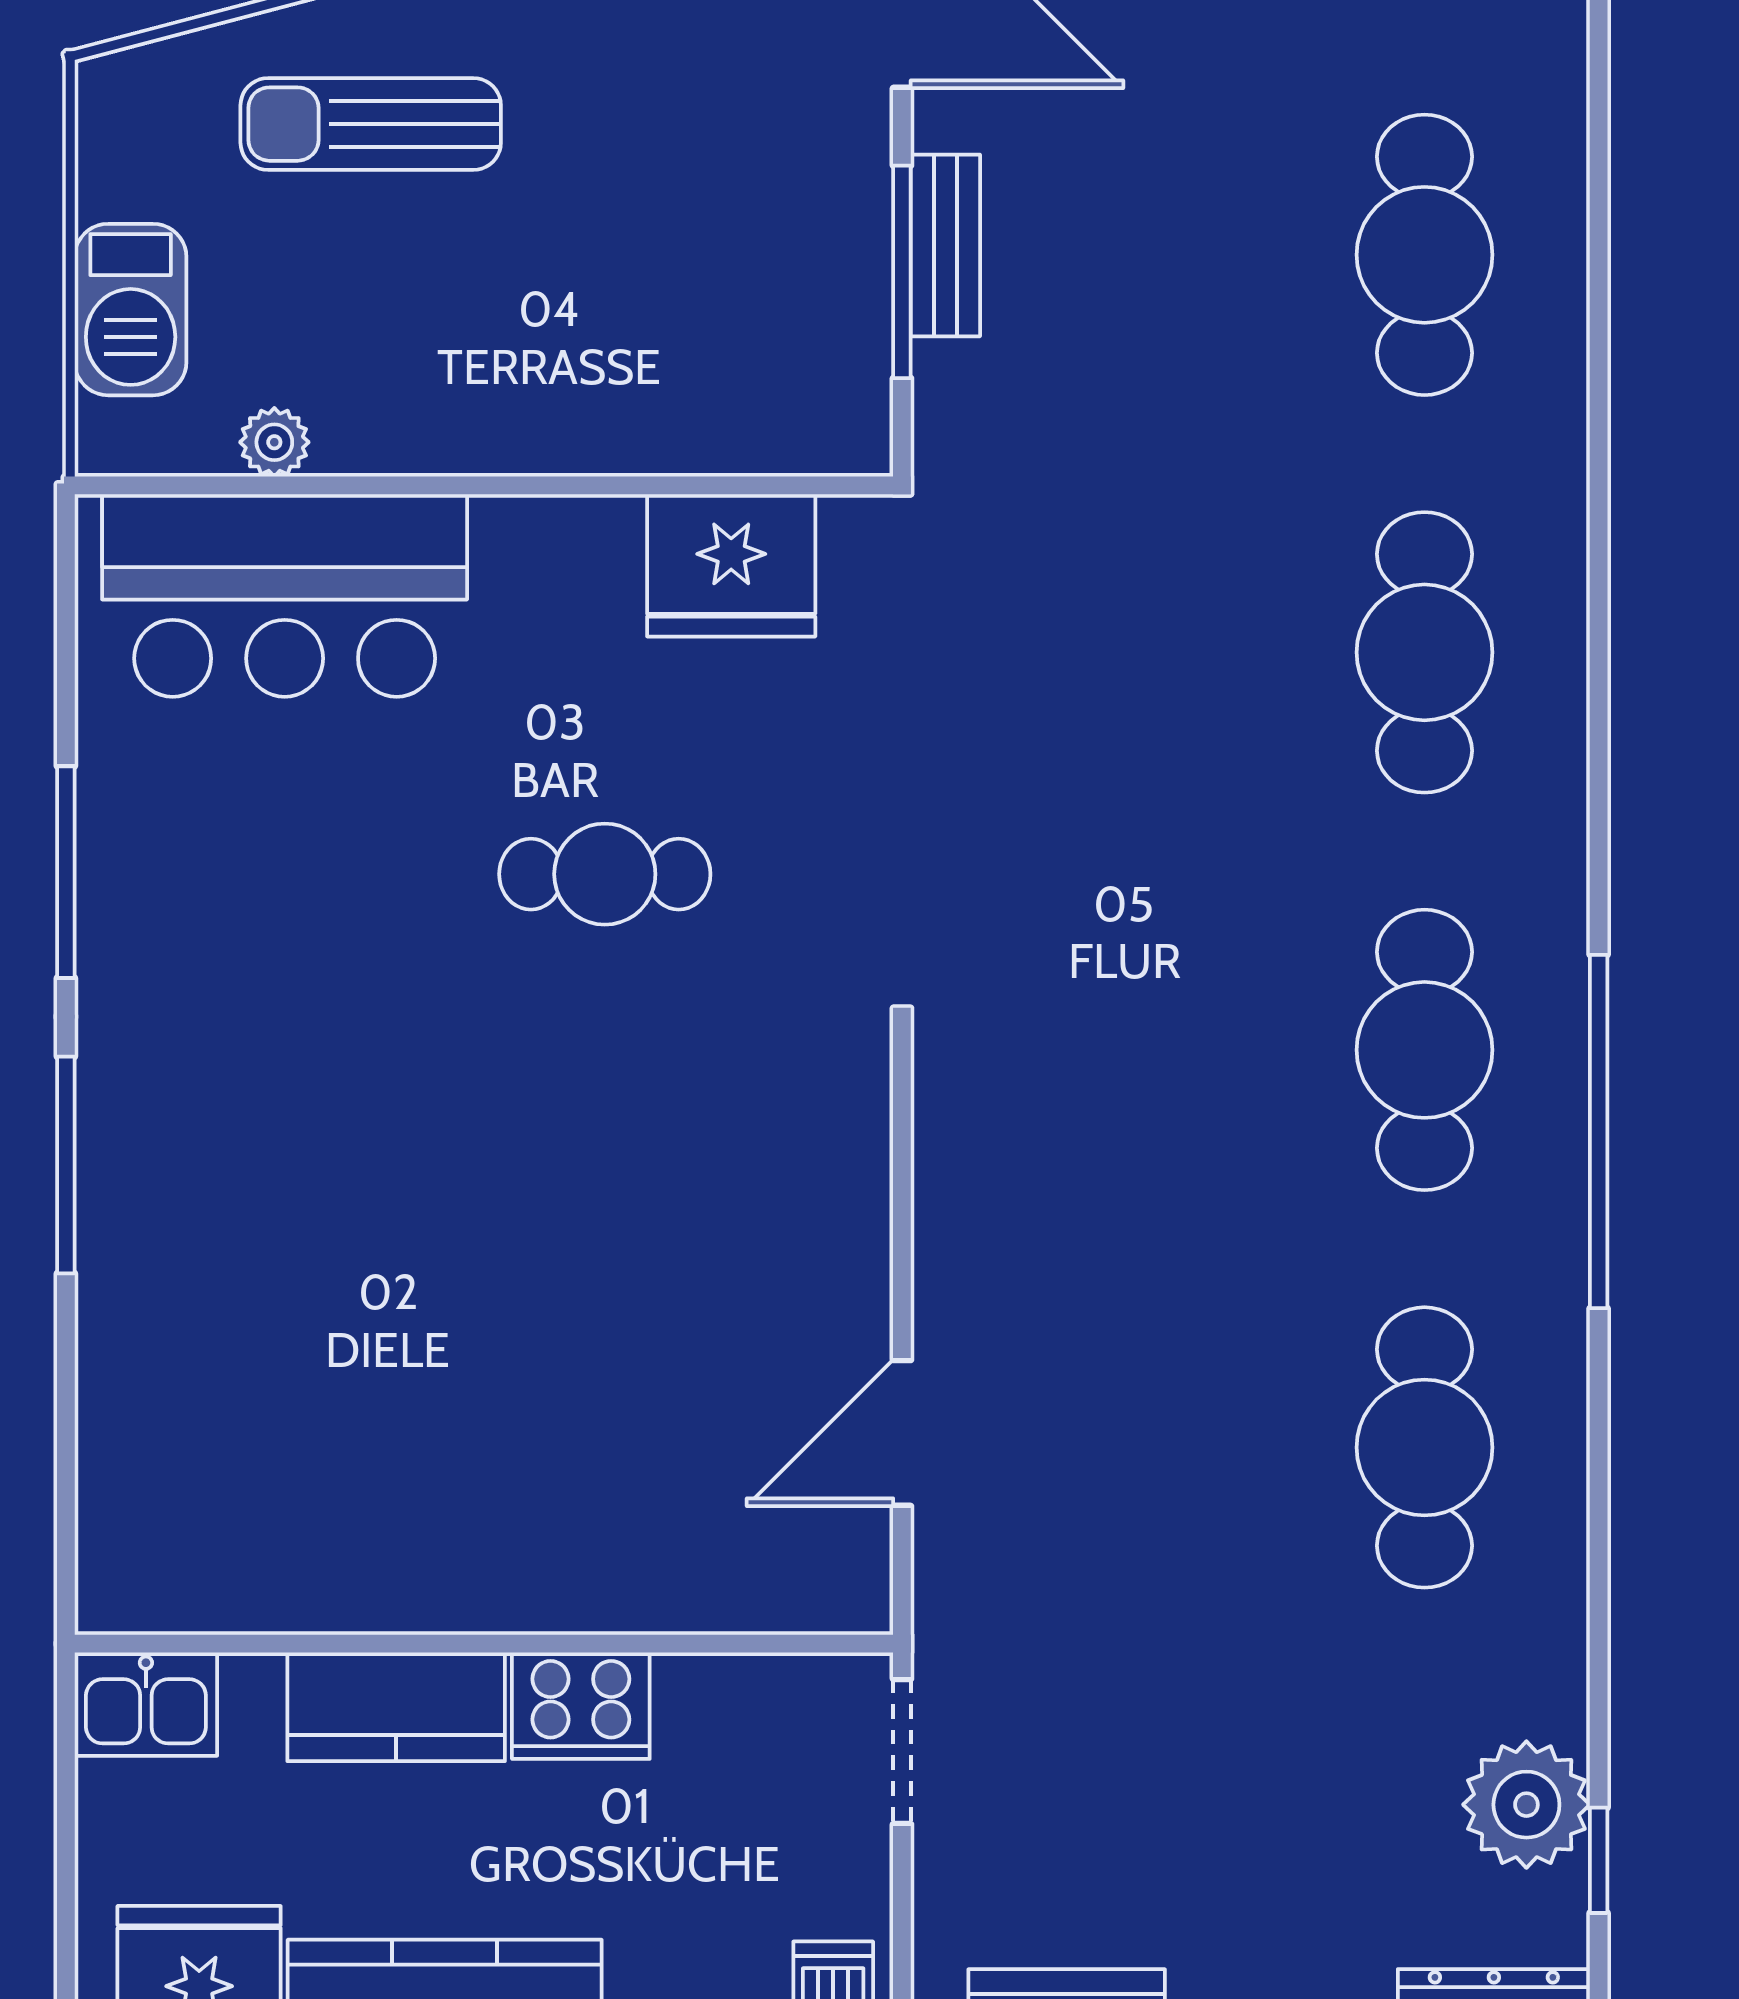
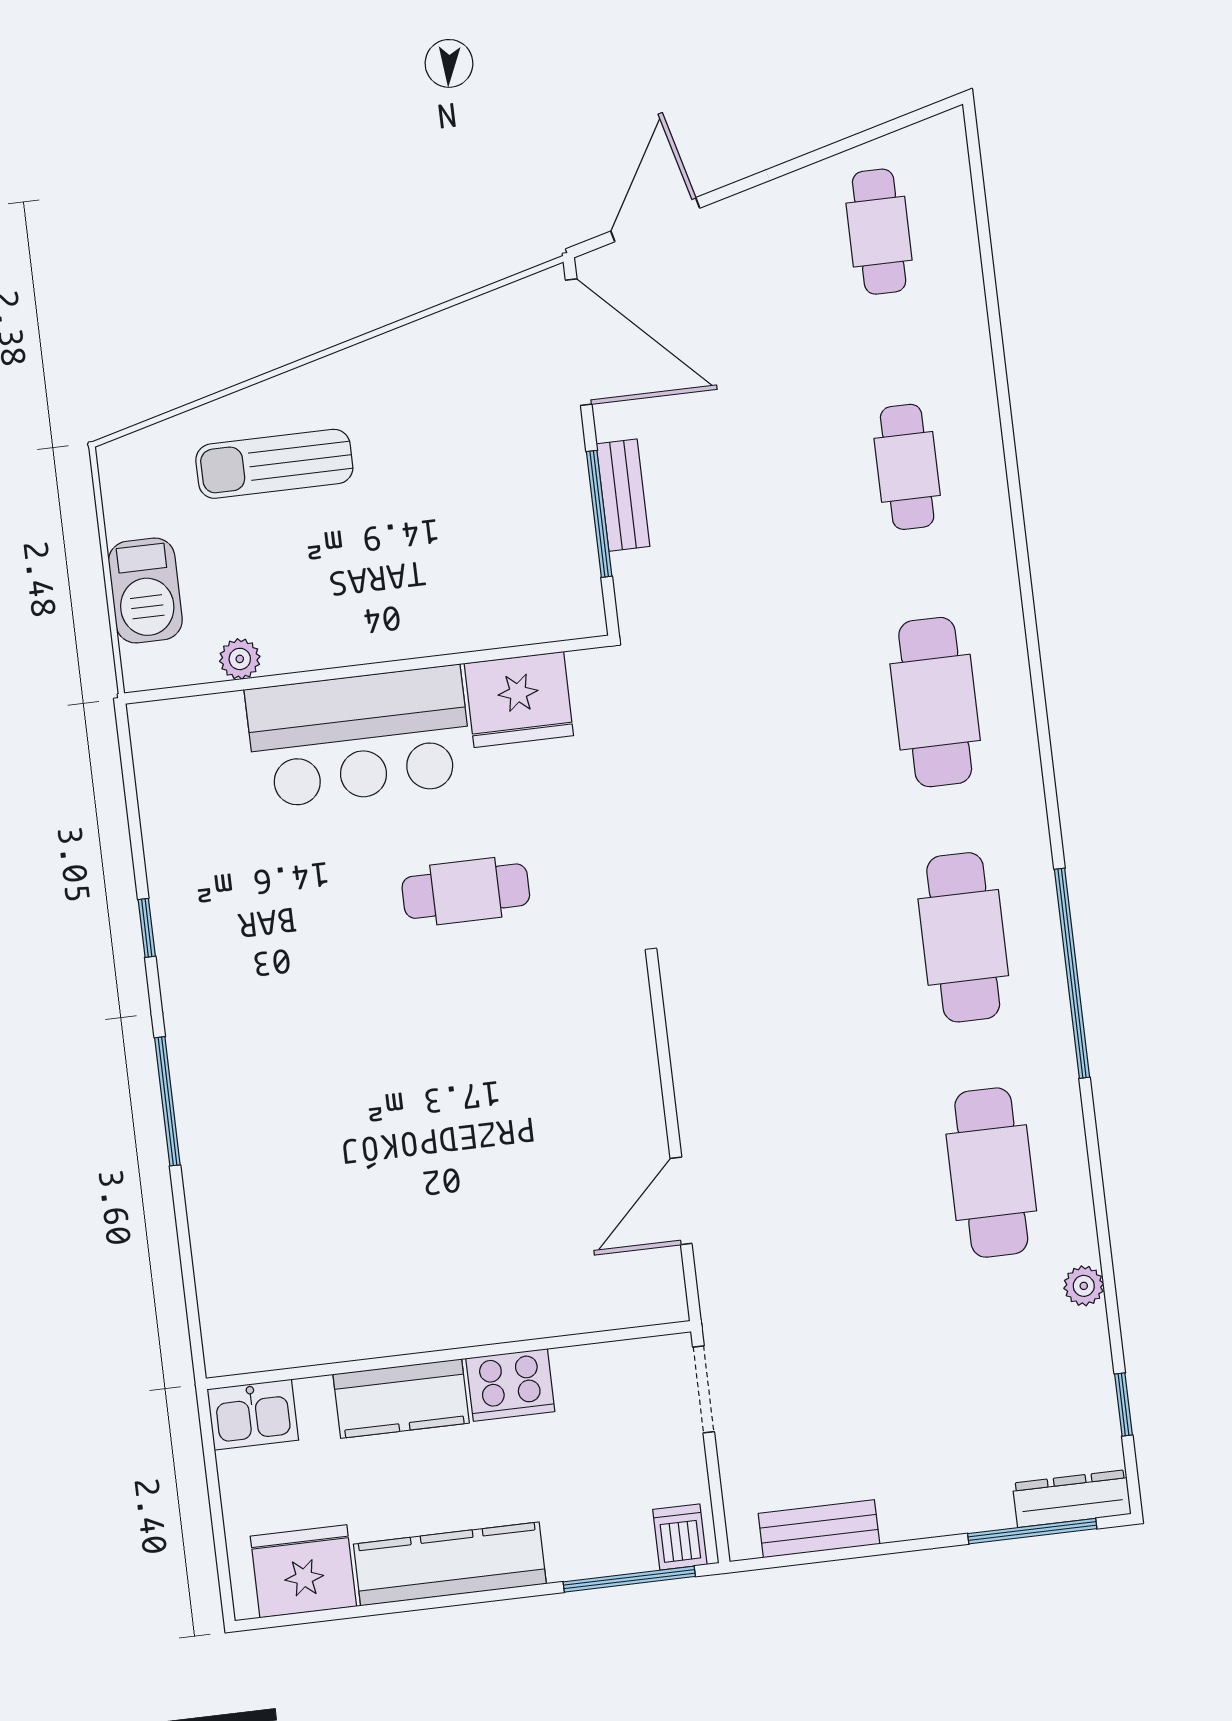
cafe table: (1424, 255) -> (907, 467), width x0.73, depth x0.74
bar counter: (285, 595) -> (359, 737), moved
window: (66, 872) -> (147, 928), width x0.46
plant: (1526, 1805) -> (1084, 1286), moved, width x0.53, depth x0.53

